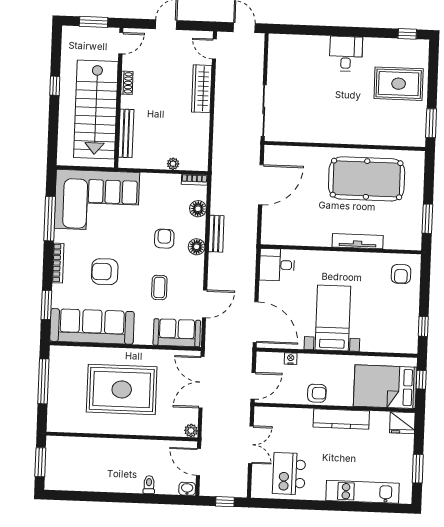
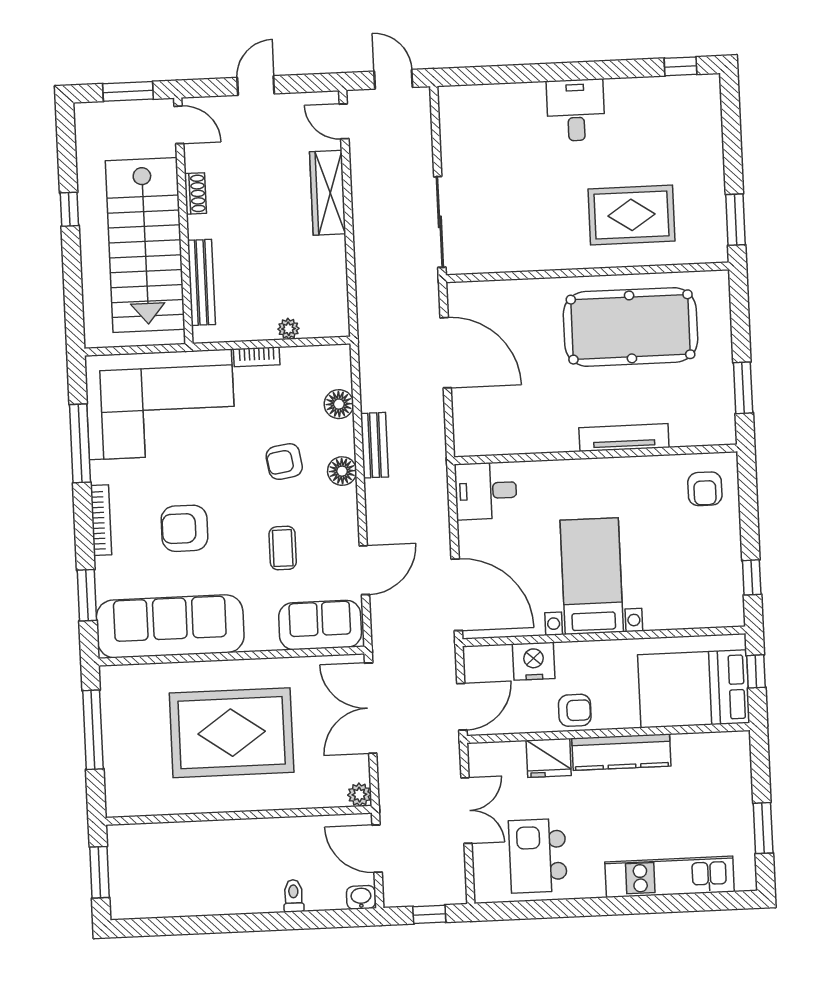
door: (121, 43) -> (179, 125), hinge flipped
rug: (399, 84) -> (631, 215), moved
bookcase: (194, 180) -> (257, 357), moved
door: (261, 185) -> (446, 353), hinge flipped
armchair: (164, 239) -> (284, 462), turned -99
nightstand: (291, 359) -> (534, 661), width x1.89, depth x1.79
fridge: (402, 423) -> (549, 758), moved

